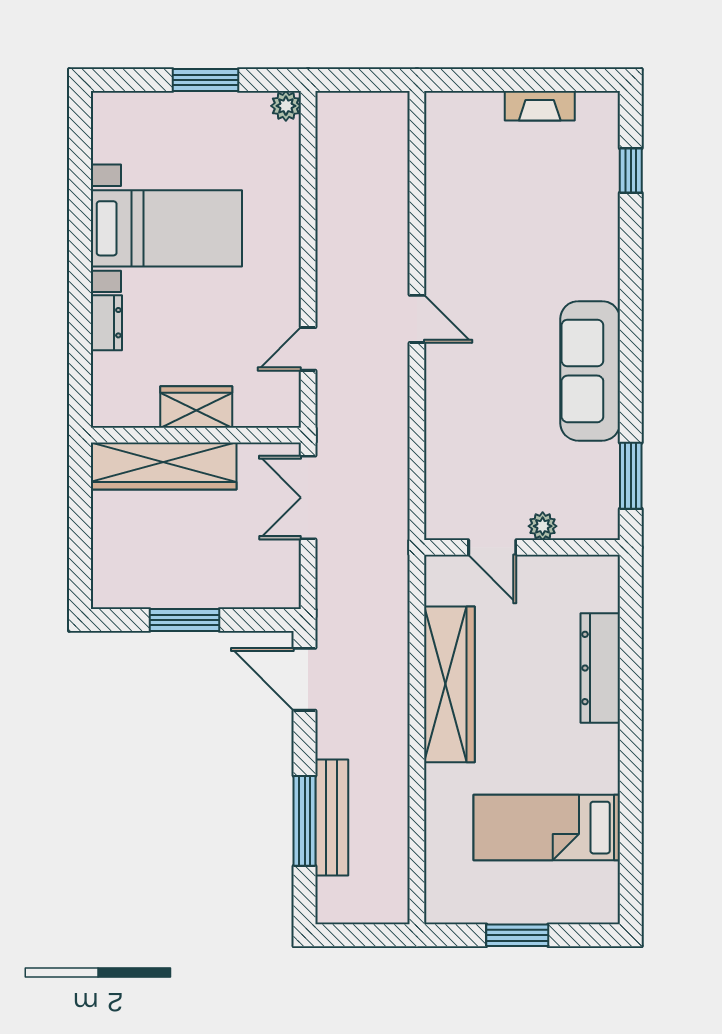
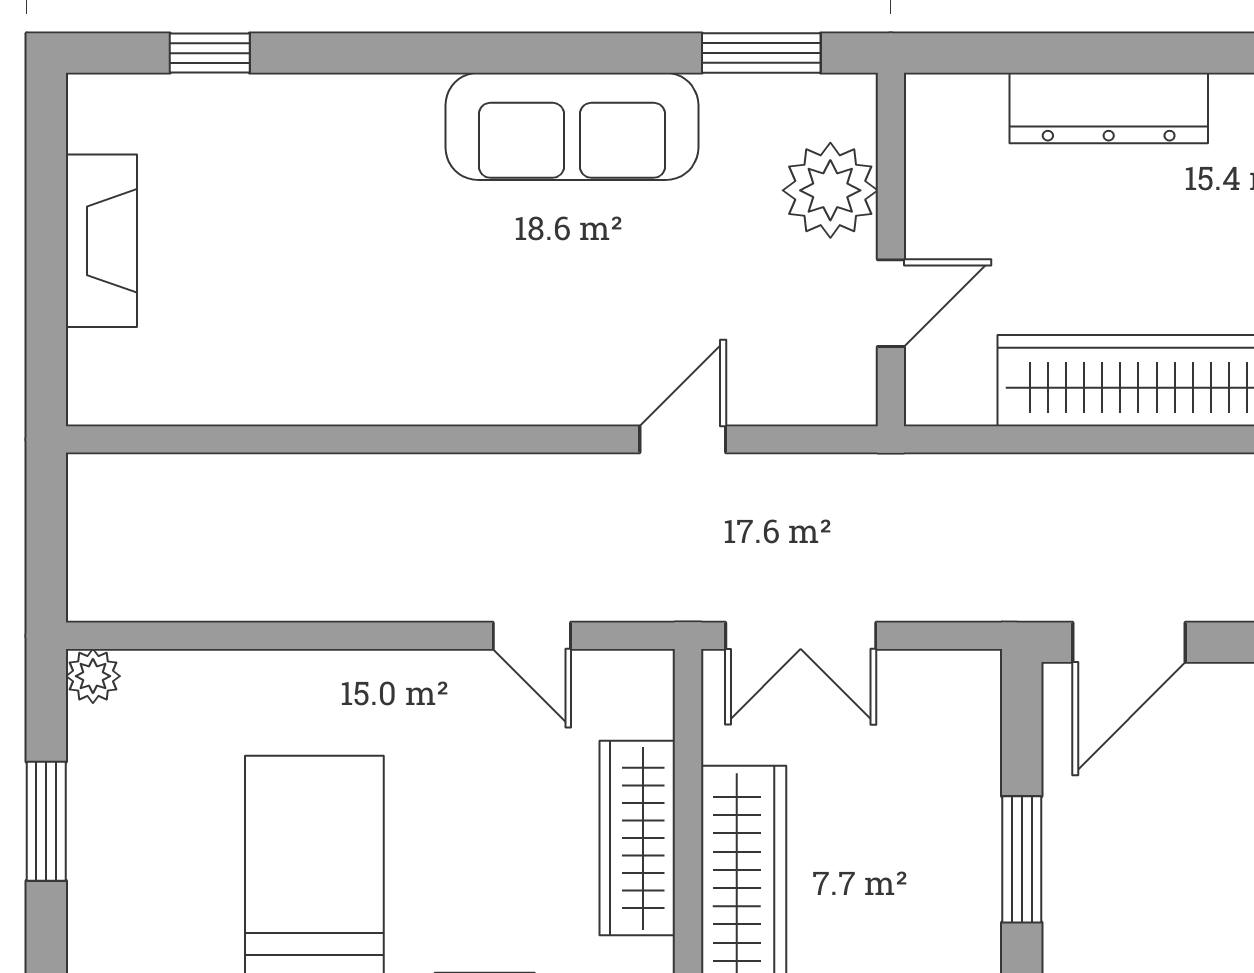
fireplace: (540, 106) -> (101, 241), width x1.37, depth x1.32
door: (417, 319) -> (683, 439), moved
wardrobe: (196, 407) -> (637, 838), width x1.50
plant: (543, 526) -> (830, 190), width x1.87, depth x1.87

